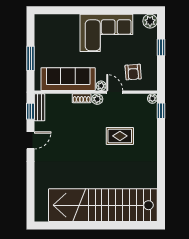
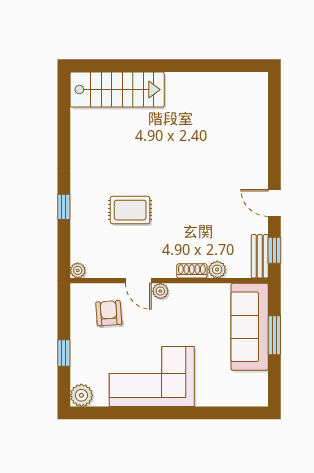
sofa: (68, 79) -> (250, 327), moved, turned 90
plant: (97, 99) -> (217, 270), moved
window: (161, 111) -> (64, 207), moved
door: (30, 140) -> (274, 203), hinge flipped
stairs: (103, 205) -> (117, 90), width x0.54, depth x0.66

